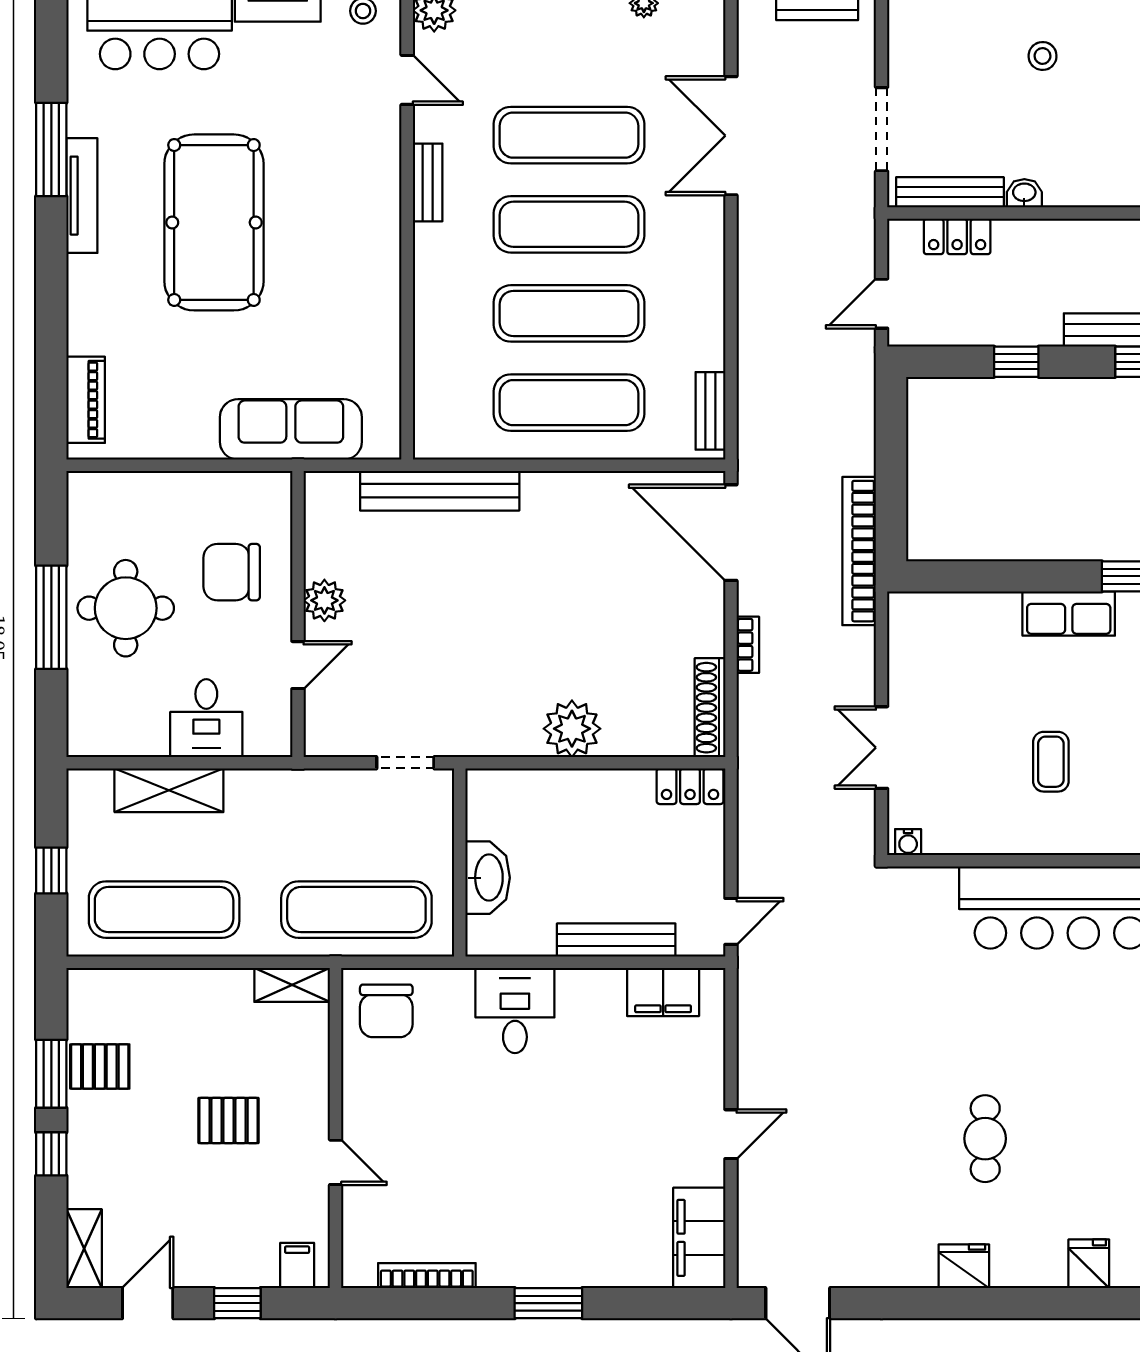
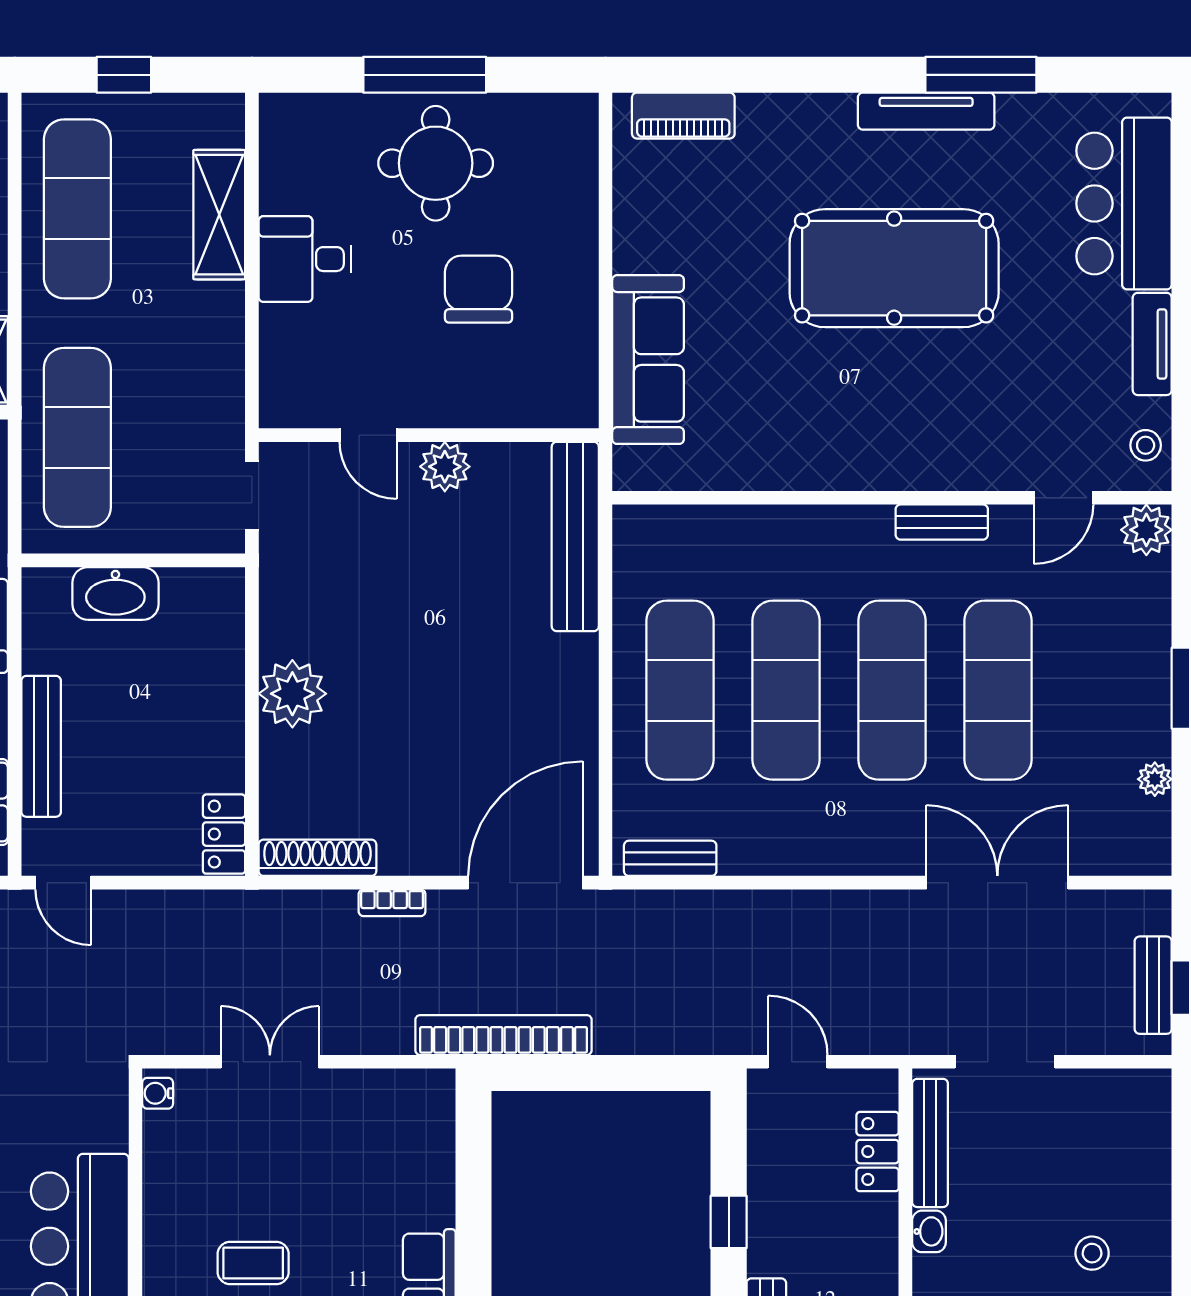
plant: (324, 600) -> (445, 467), moved
wall: (298, 614) -> (429, 435), moved
door: (298, 665) -> (368, 435), moved

